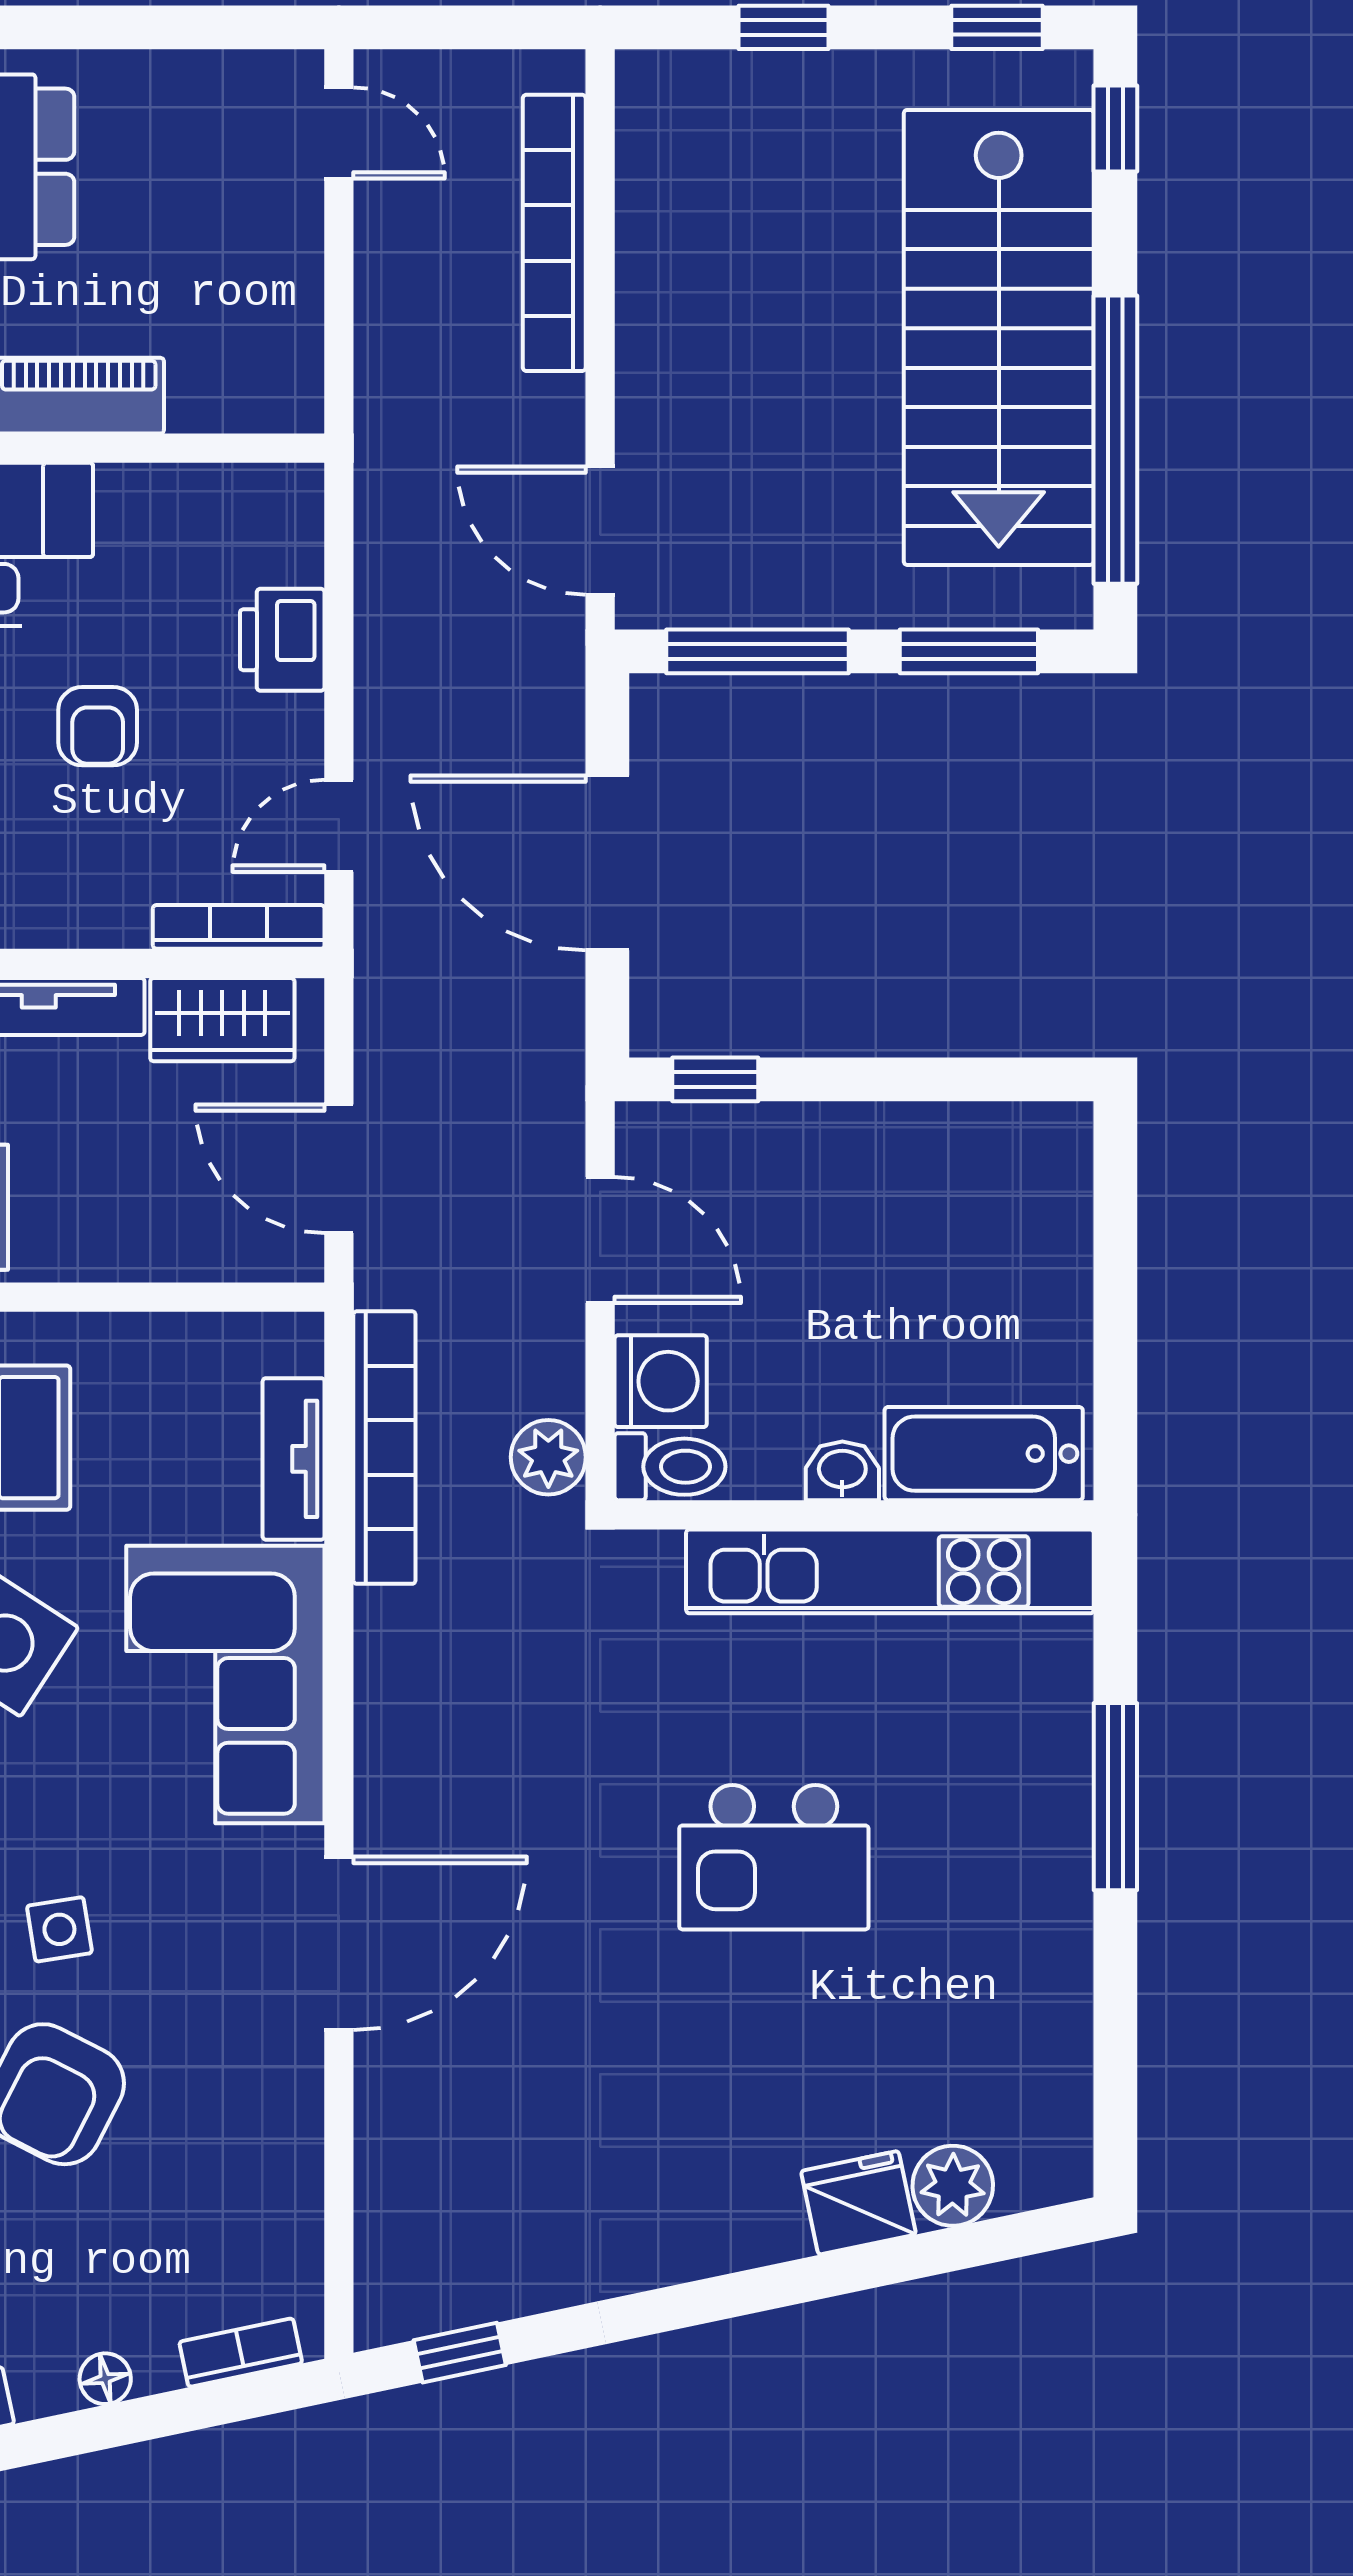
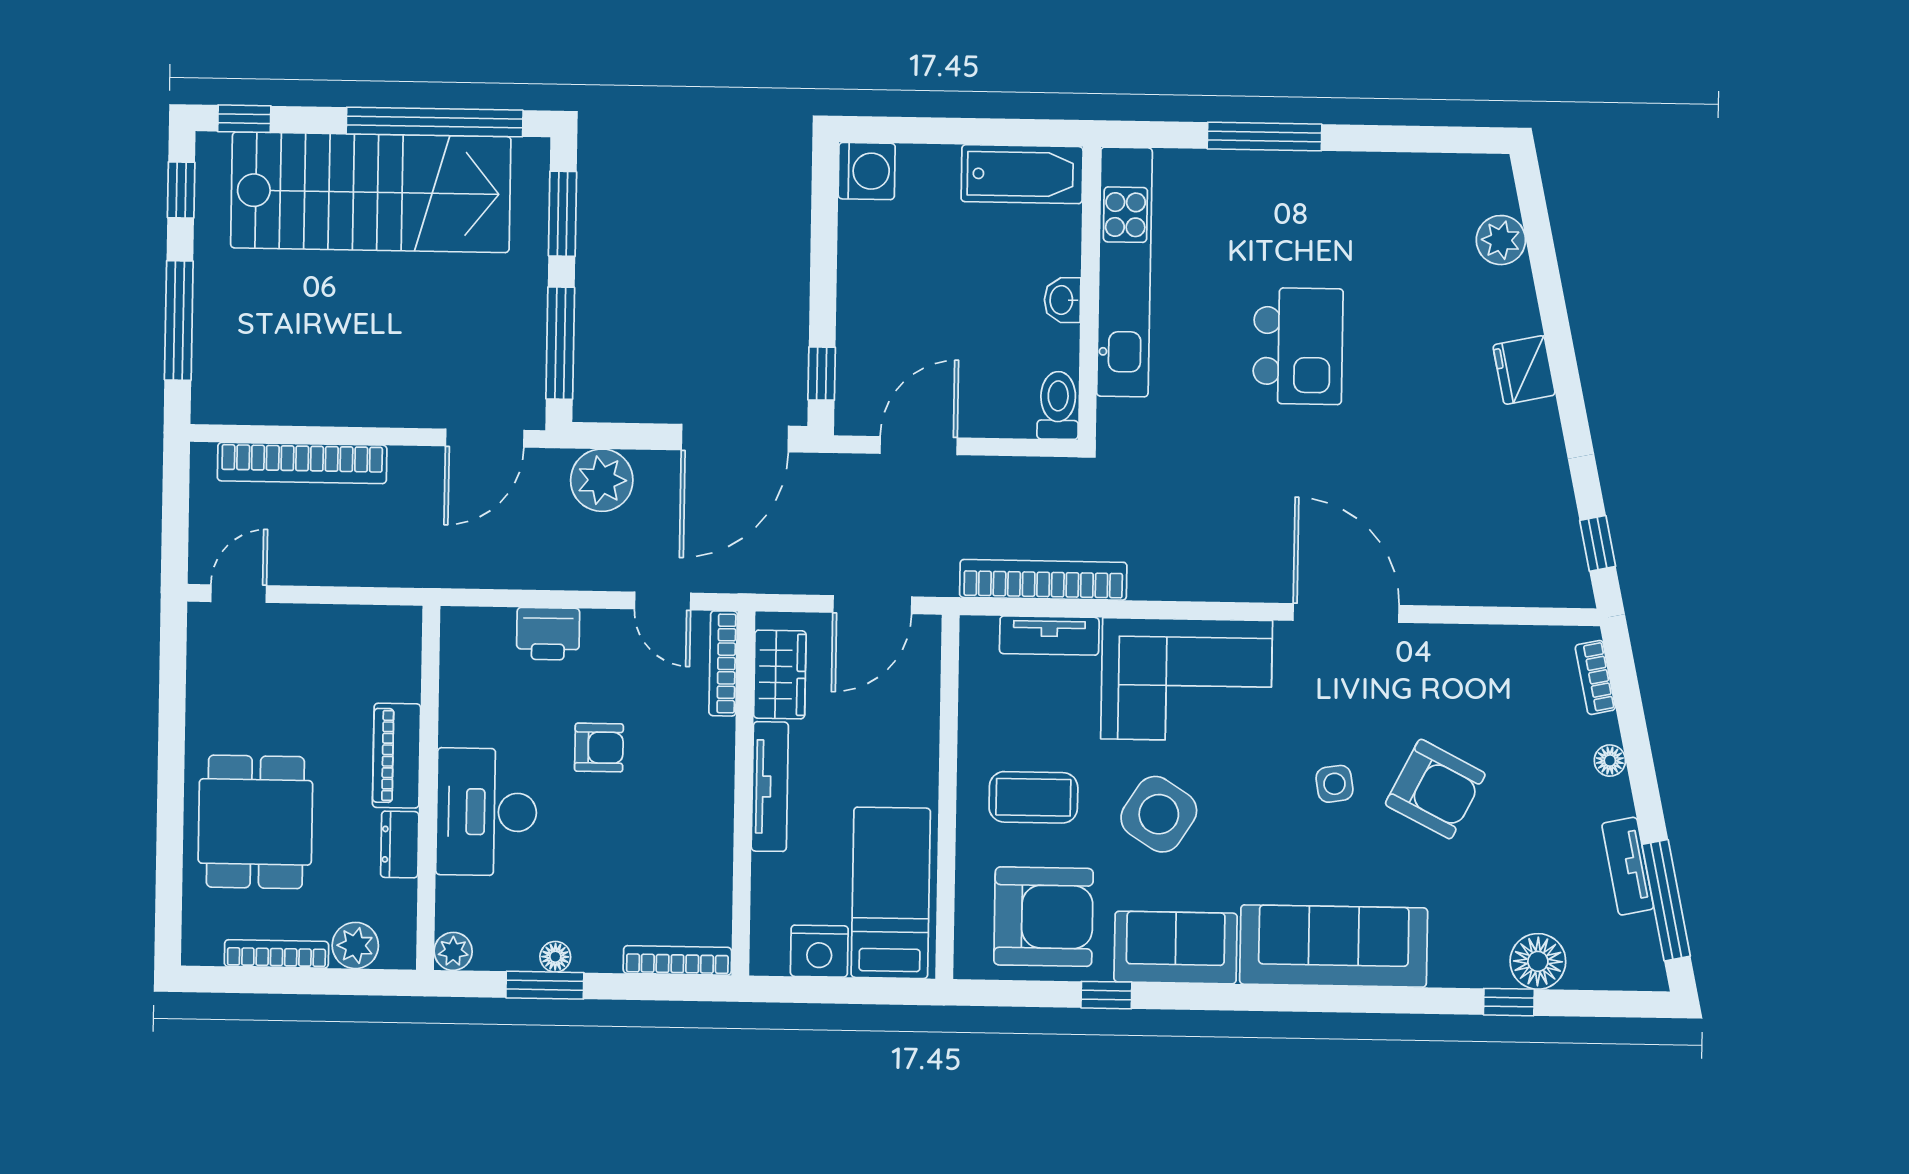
window: (784, 27) -> (179, 321), width x2.17
door: (607, 863) -> (735, 438), moved
washing machine: (661, 1381) -> (867, 171), moved, turned 90
bathtub: (984, 1454) -> (1022, 174), moved, turned -90
plant: (548, 1457) -> (602, 480), moved, width x1.36, depth x1.36
fridge: (858, 2203) -> (1524, 370), moved

